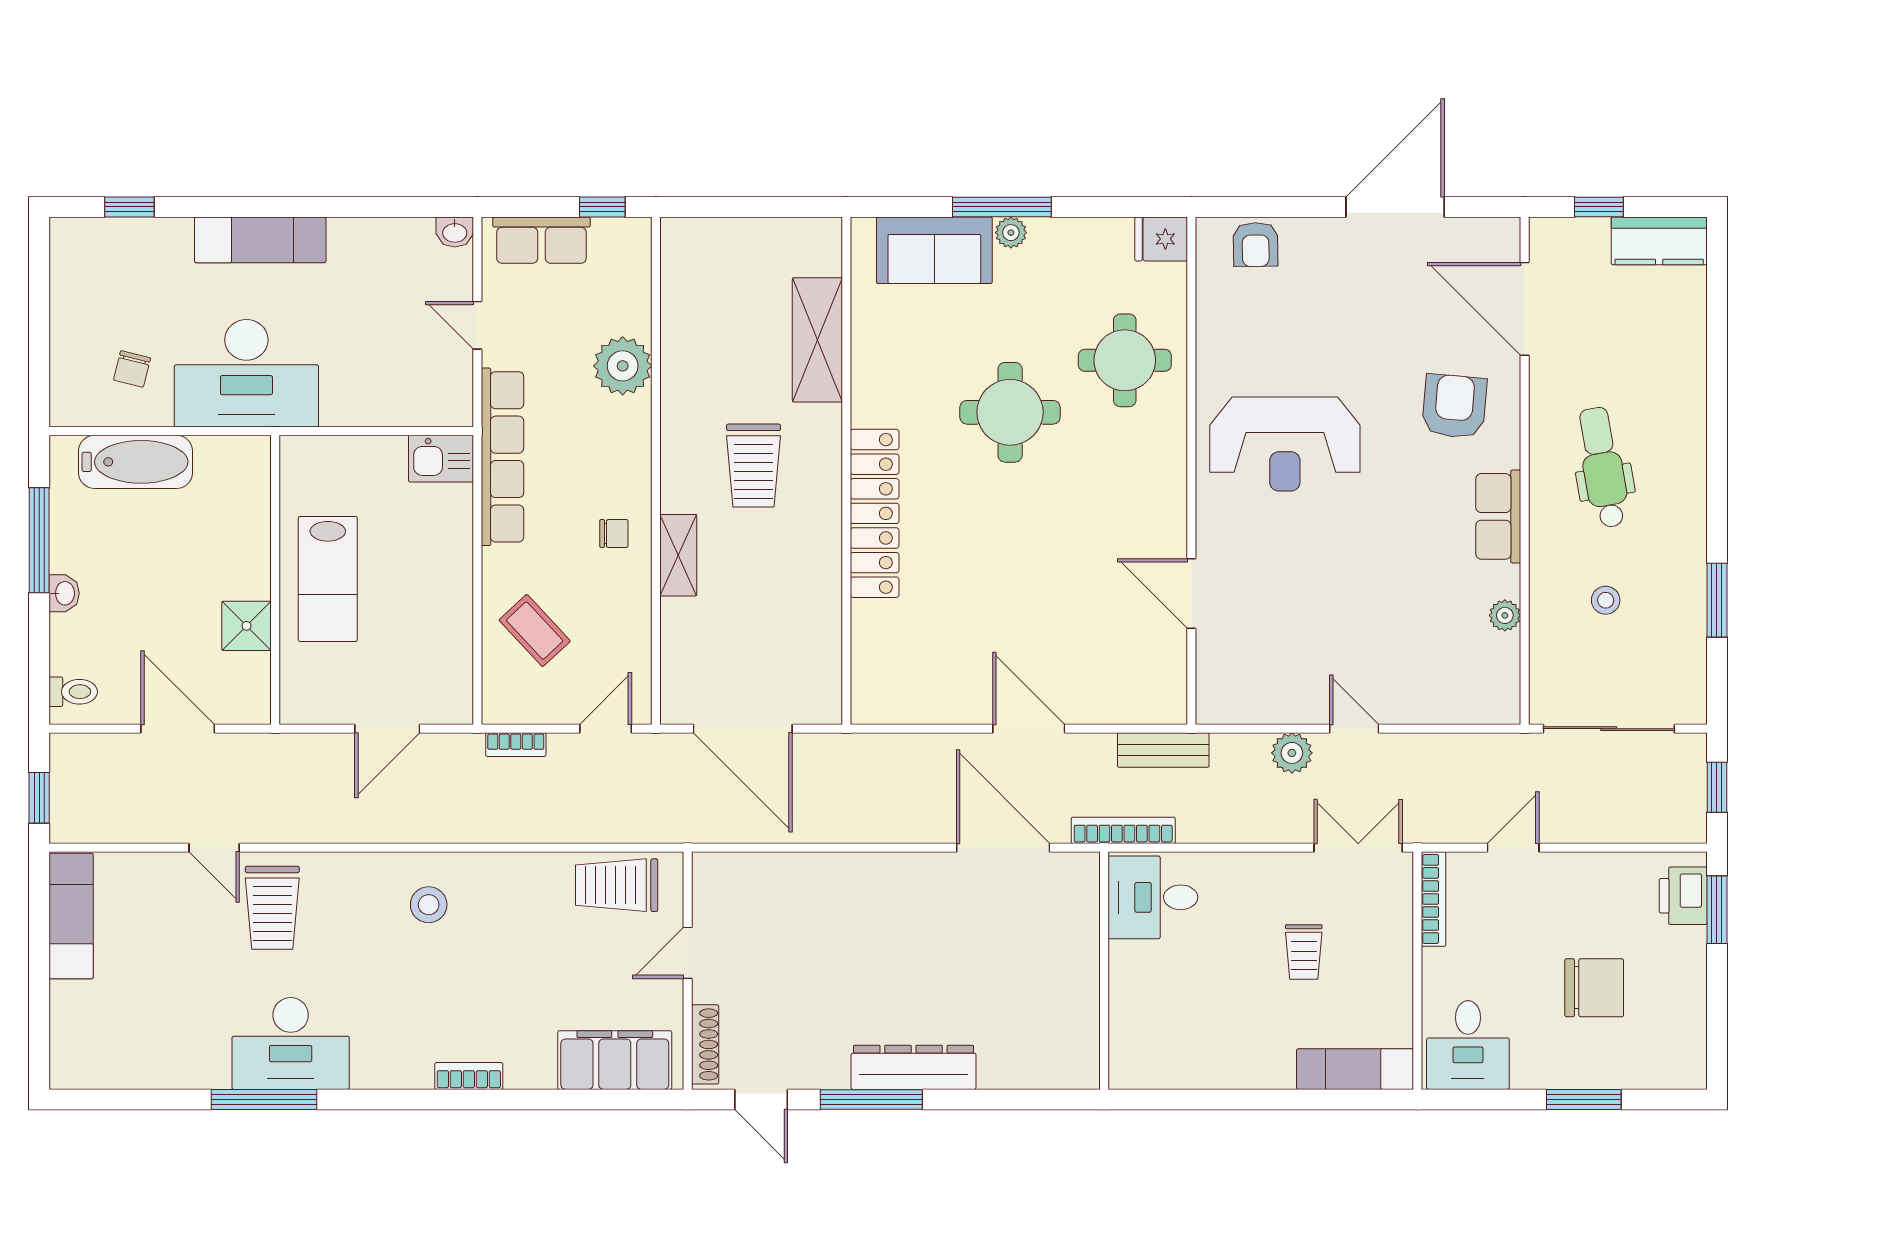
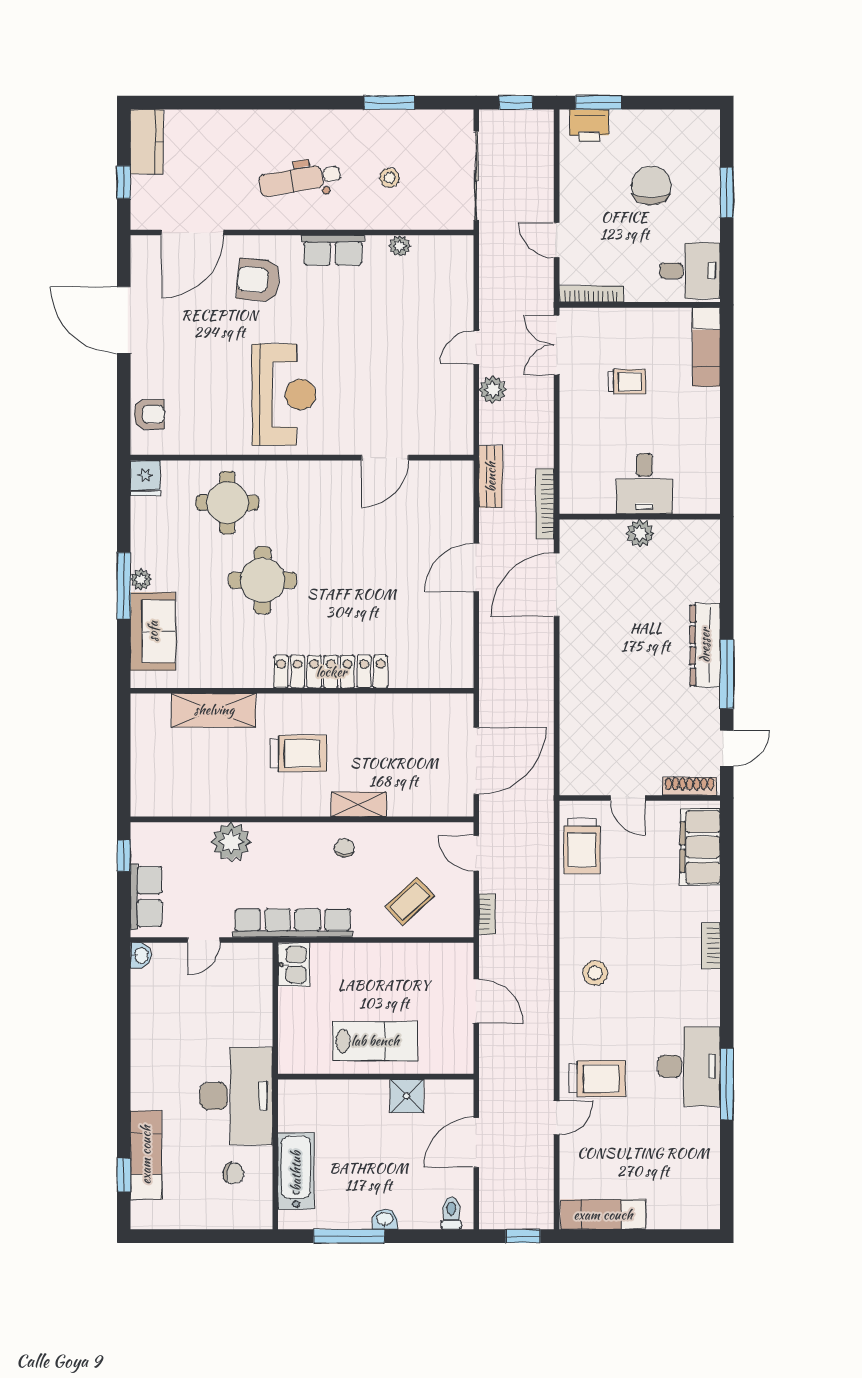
exam couch: (260, 240) -> (146, 1155), moved
desk: (1153, 897) -> (644, 484), moved
plant: (1080, 971) -> (640, 533), added

